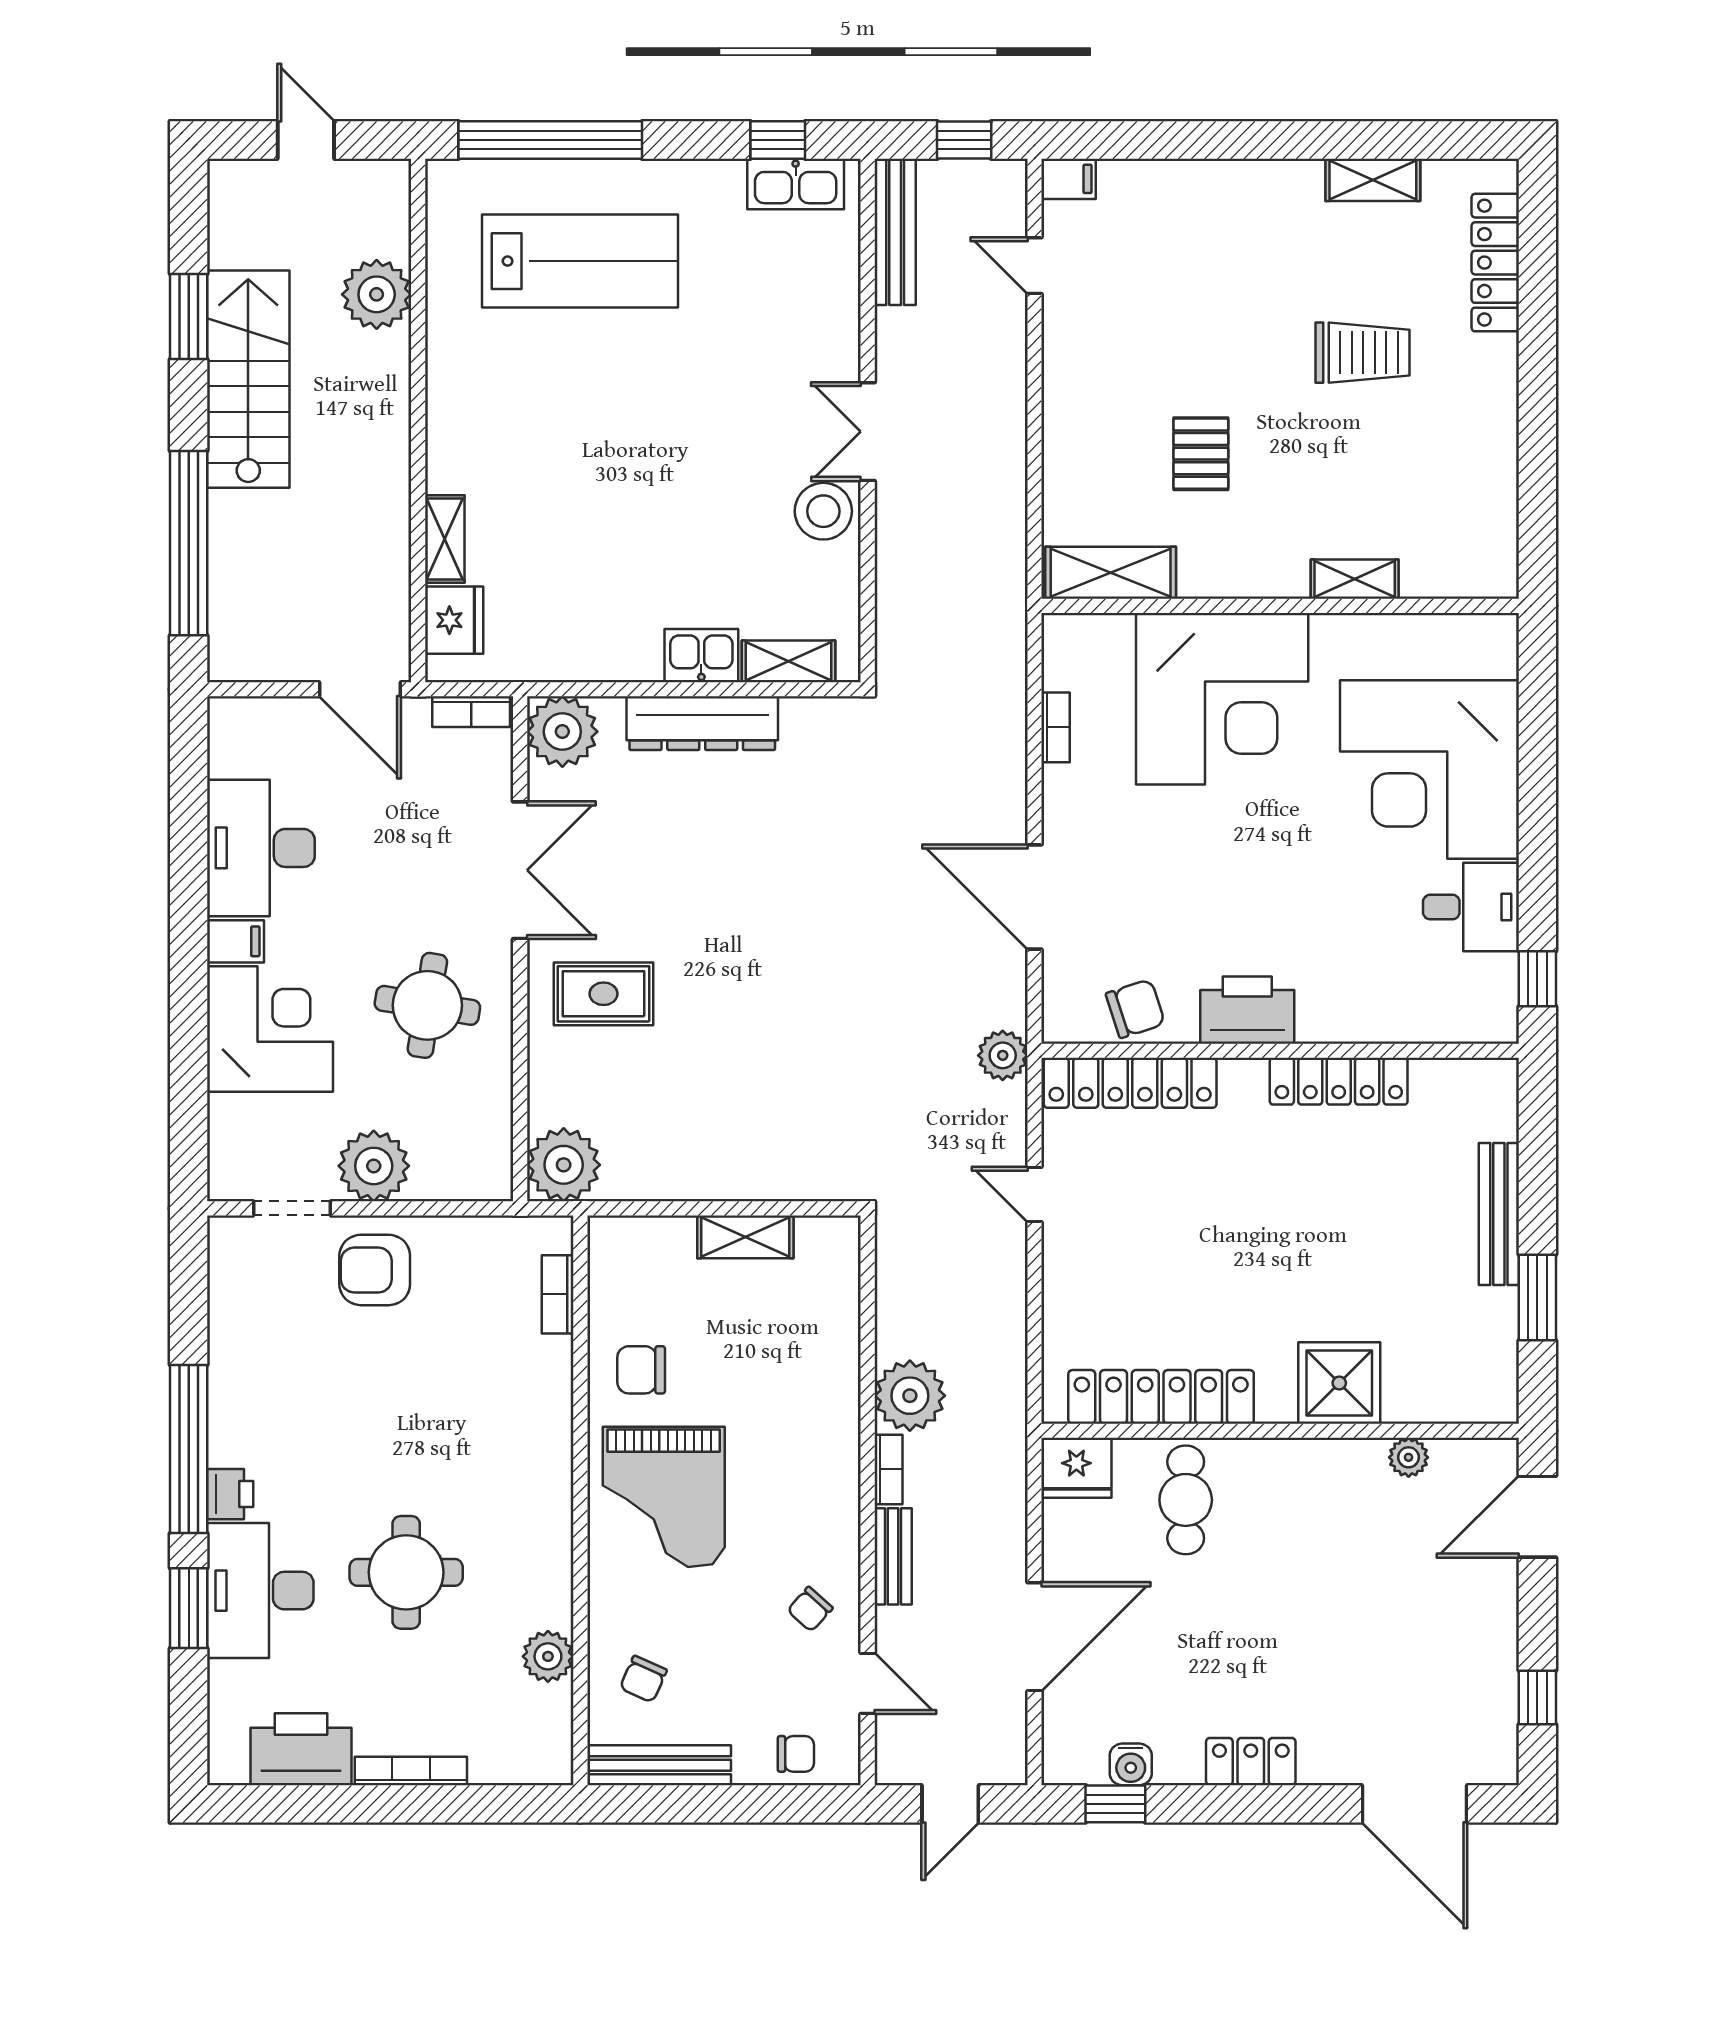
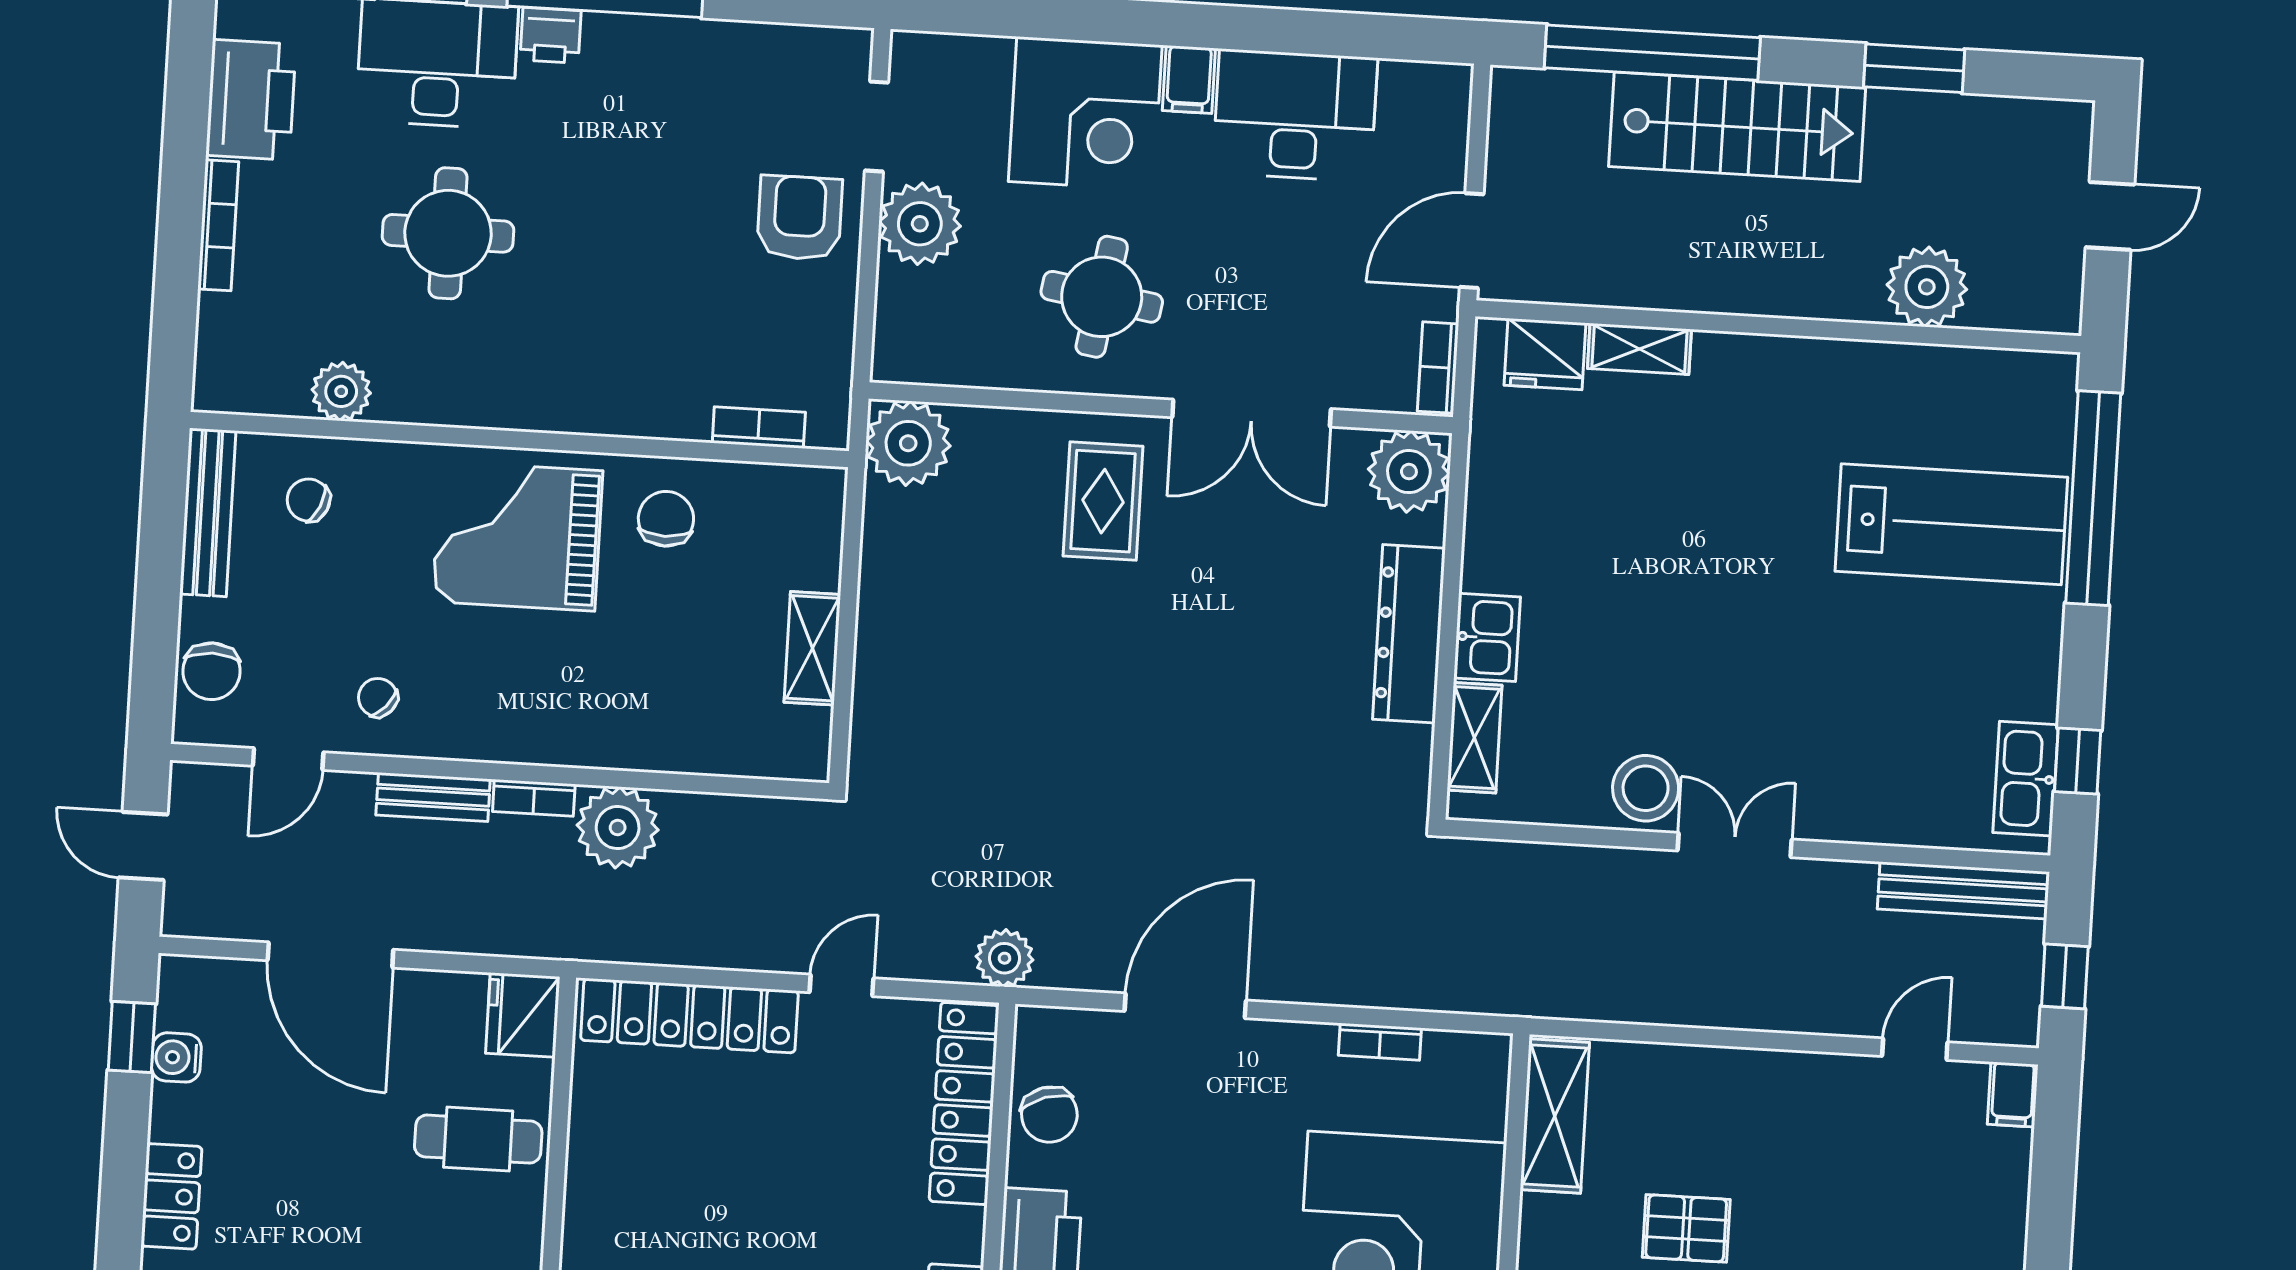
lab bench: (580, 261) -> (1951, 524), turned -90
stairs: (248, 379) -> (1737, 127), moved
locker: (1161, 1397) -> (689, 1016), moved, turned 90
chair: (796, 1754) -> (211, 671), width x1.37, depth x1.37

